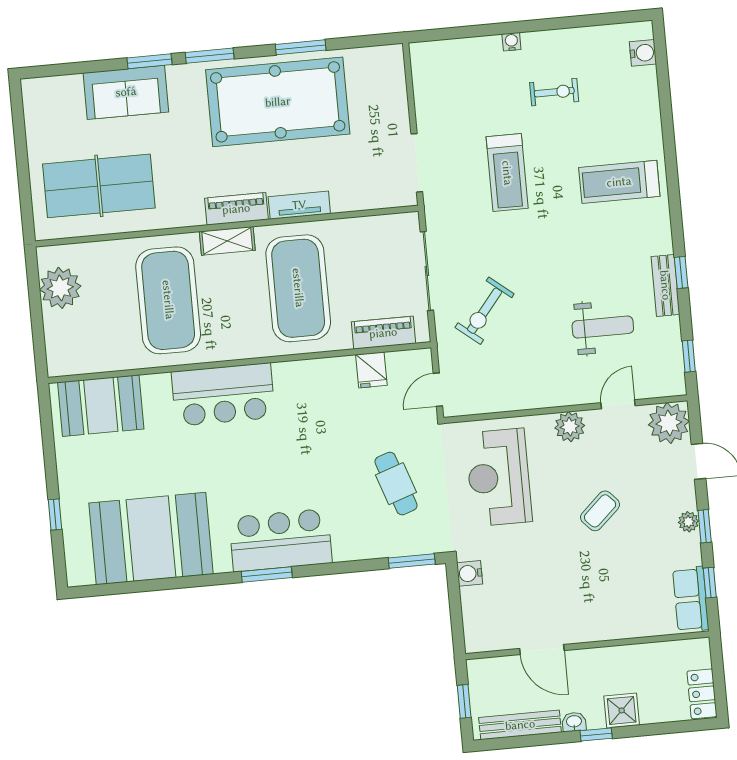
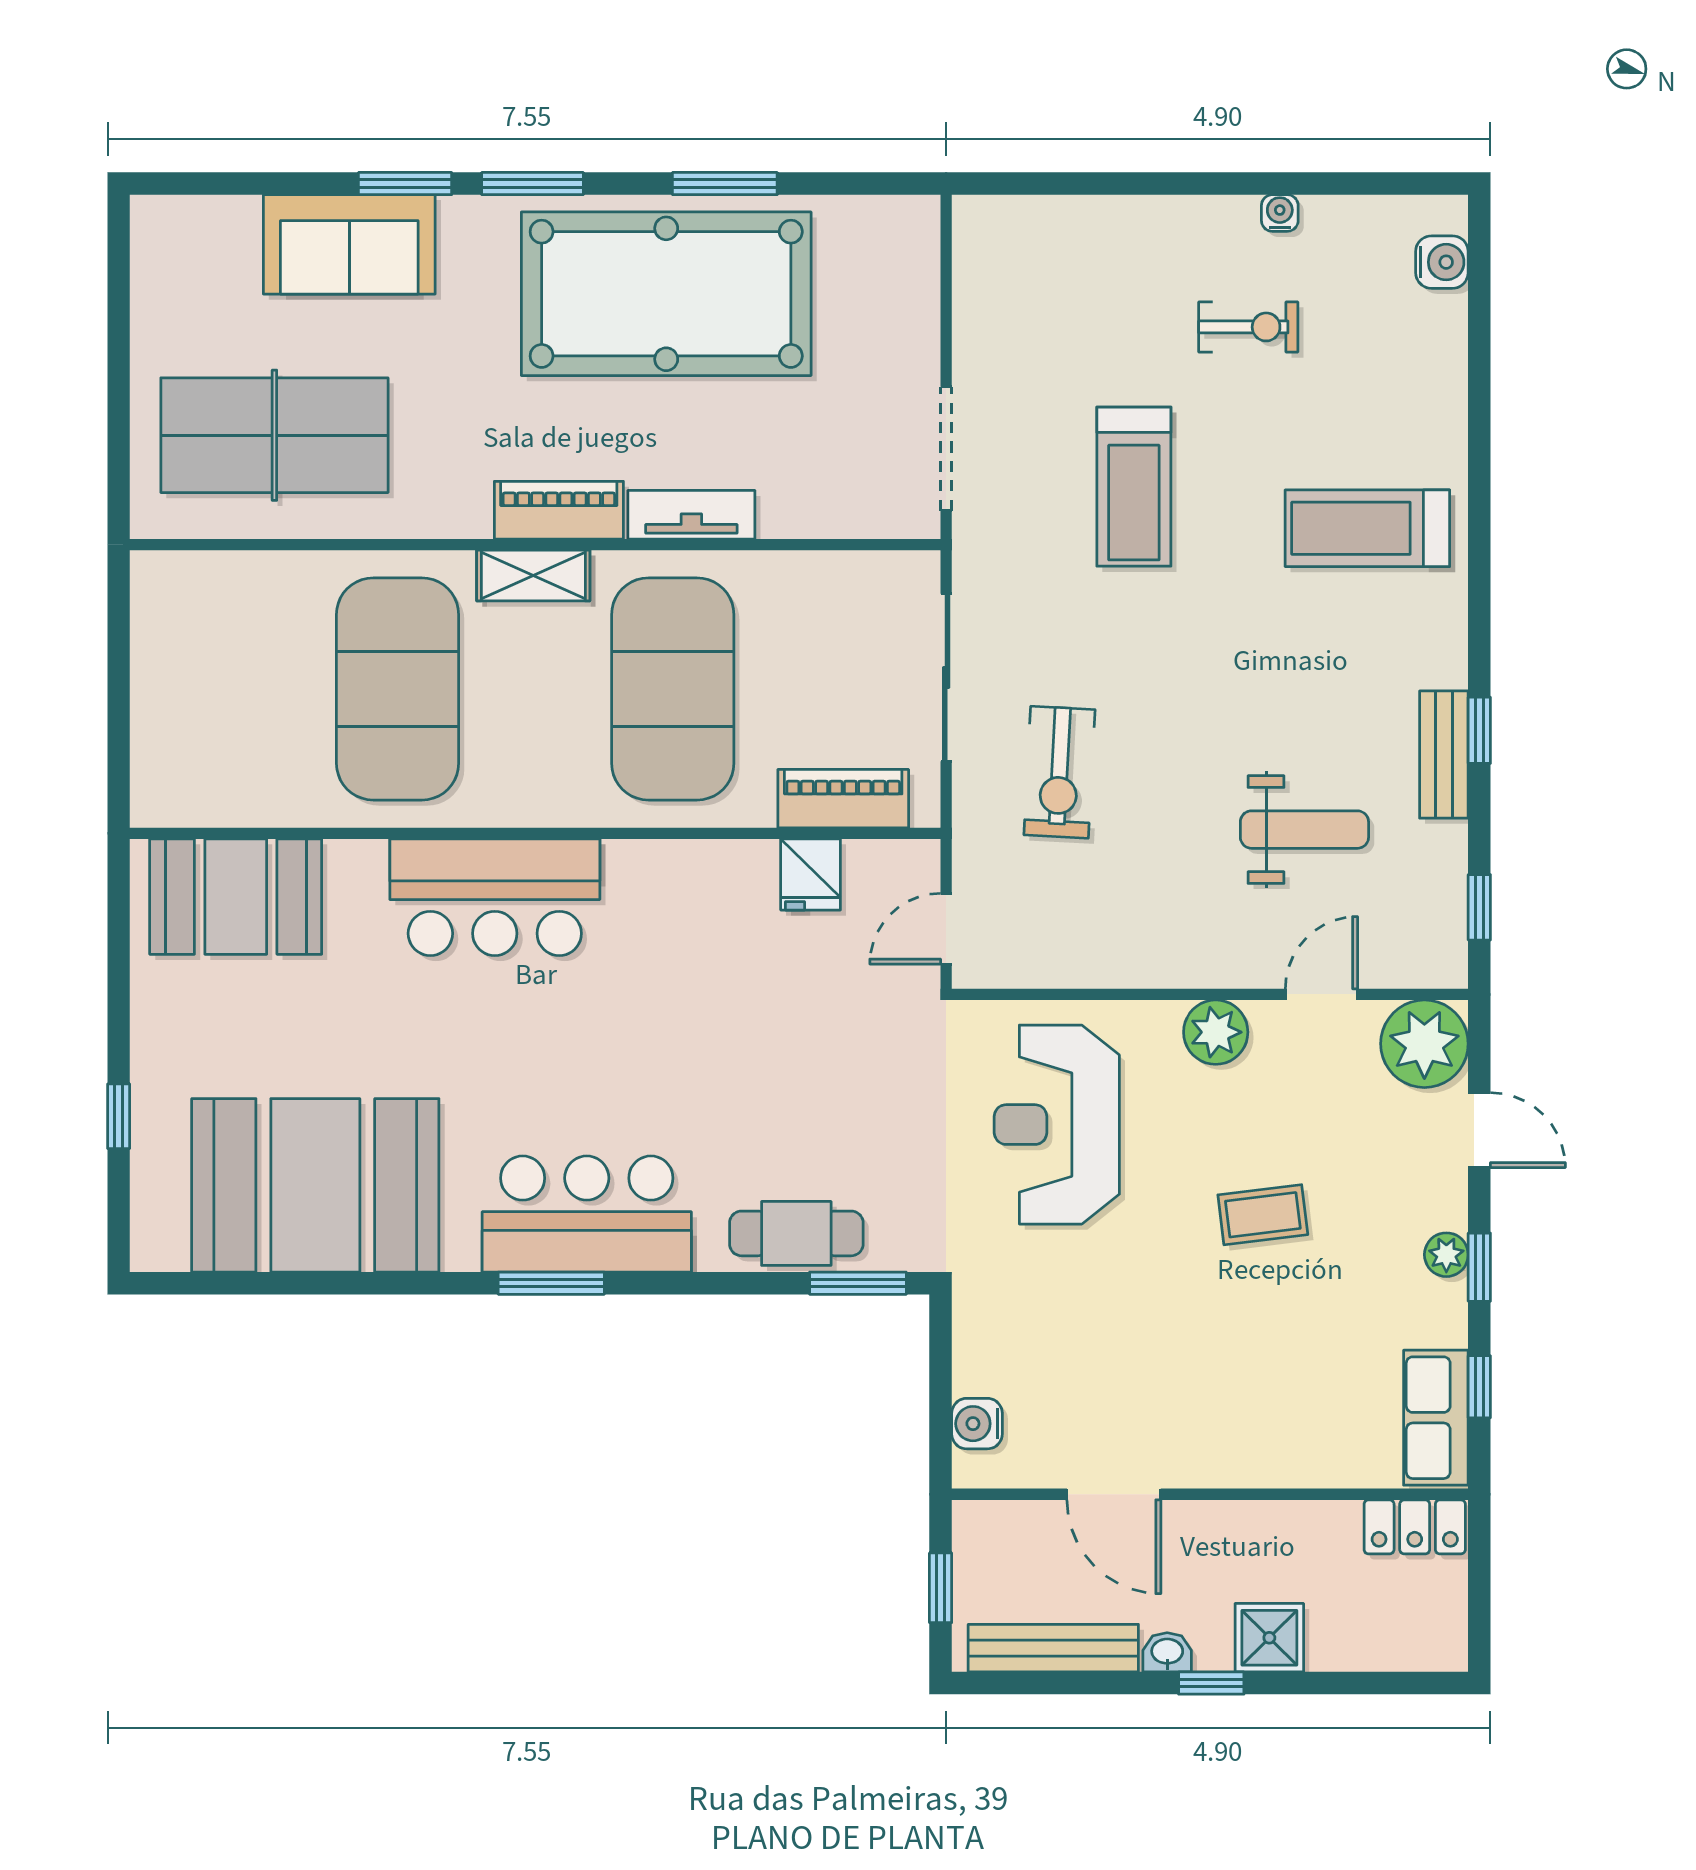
water cooler: (511, 42) -> (1280, 213), moved
plant: (60, 288) -> (174, 642), removed
exercise bike: (485, 311) -> (1059, 772), turned -36
cafe table: (396, 484) -> (796, 1233), moved, turned -71
coffee table: (600, 511) -> (1263, 1215), turned 36
water cooler: (470, 573) -> (977, 1424), moved
locker: (702, 694) -> (1415, 1527), moved, turned -90

